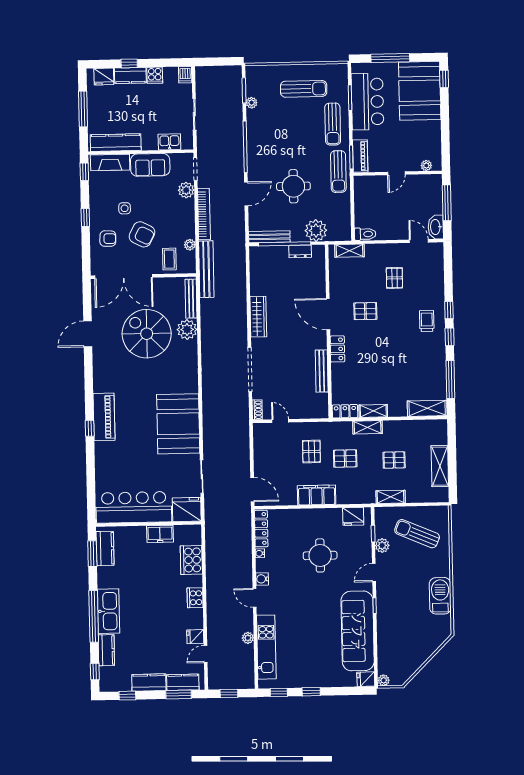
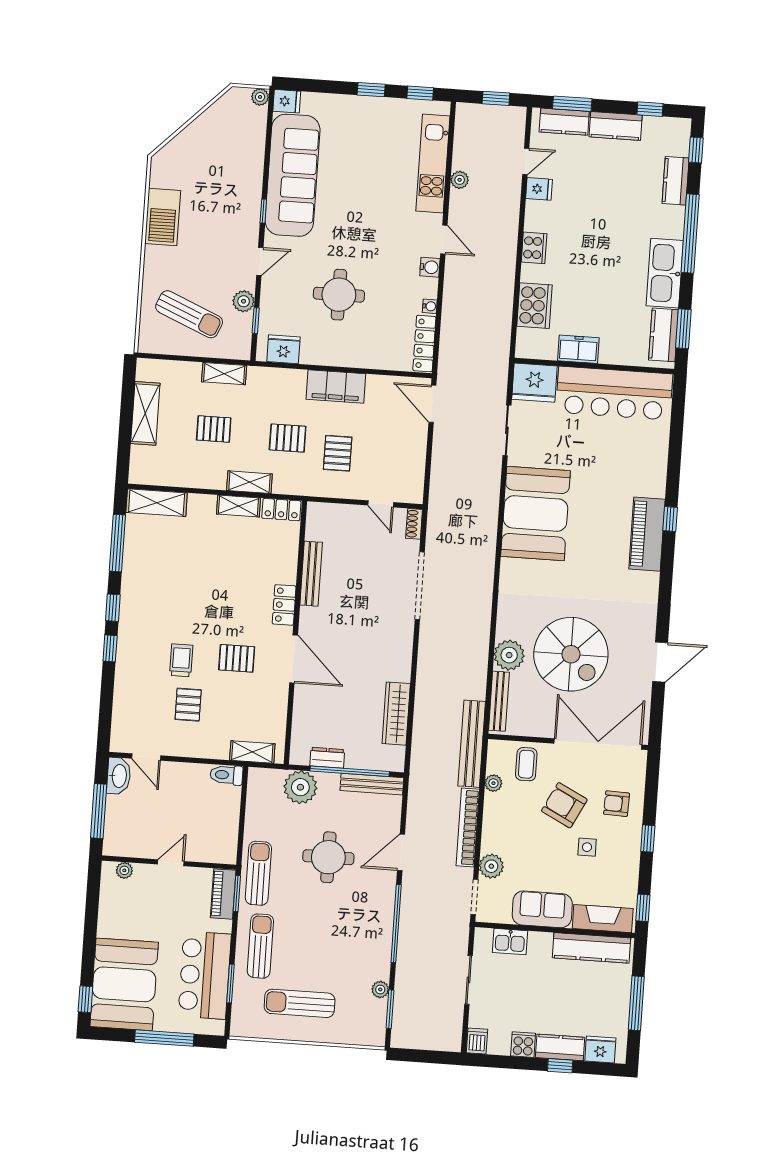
wardrobe: (258, 317) -> (396, 714), moved
trolley: (427, 321) -> (181, 660), moved, turned 180
kitchen sink: (108, 611) -> (665, 273), moved

